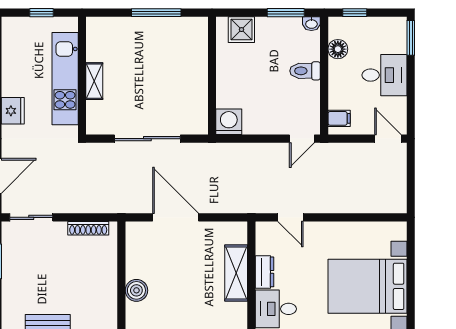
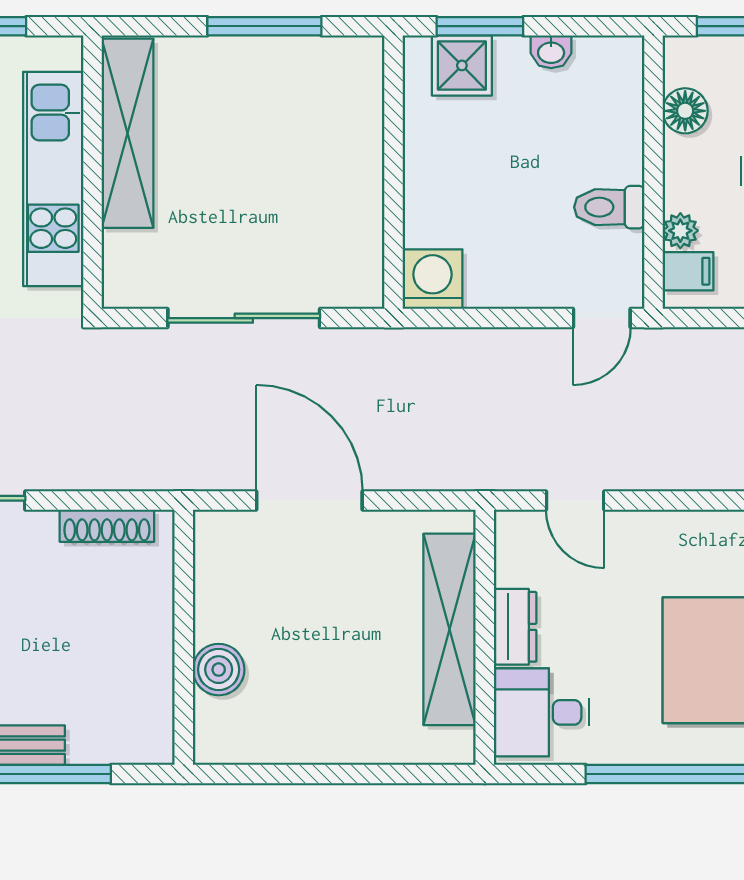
window: (286, 13) -> (480, 26), moved
washbasin: (311, 24) -> (551, 52), moved
toilet: (305, 71) -> (609, 207), moved
shelving: (94, 81) -> (128, 133), width x2.20, depth x1.33
plant: (336, 101) -> (680, 231), added
shelving: (236, 273) -> (450, 629), width x1.47

